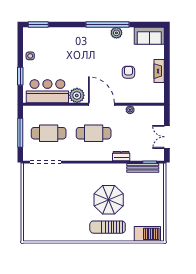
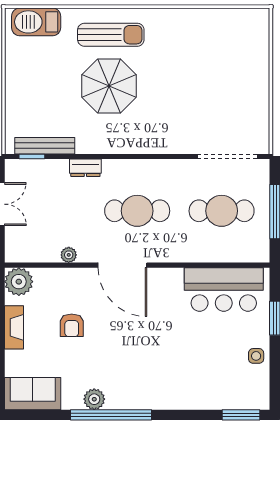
plant: (77, 95) -> (19, 282), moved

